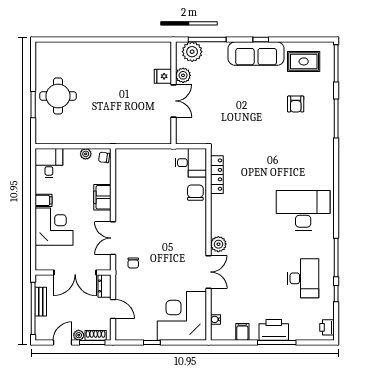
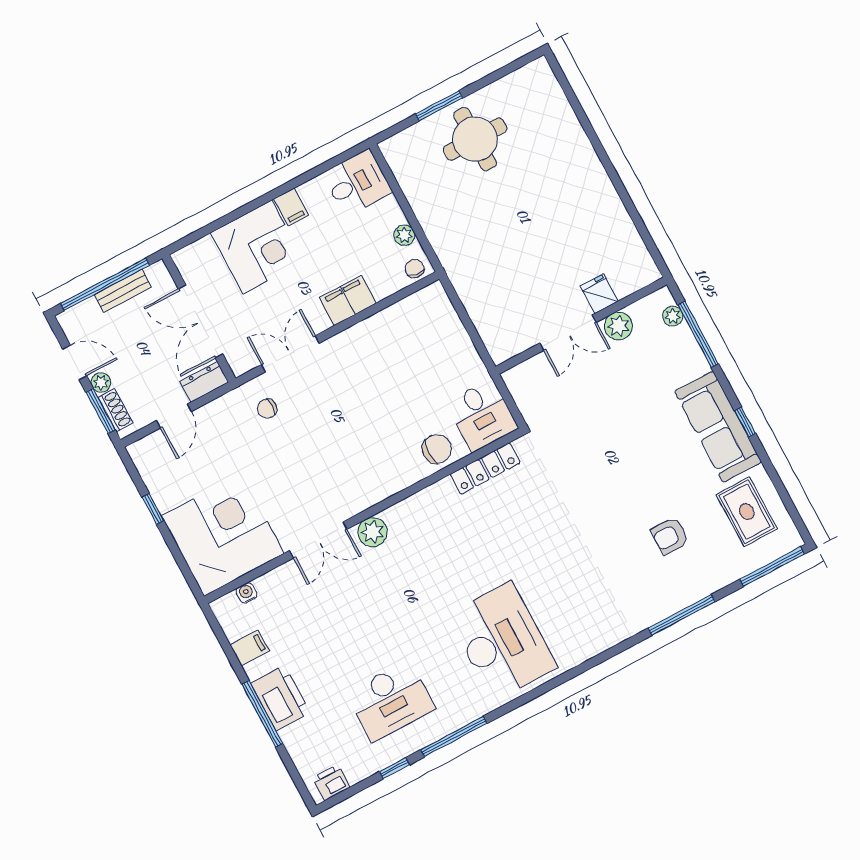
plant: (192, 52) -> (673, 316), width x0.53, depth x0.53

